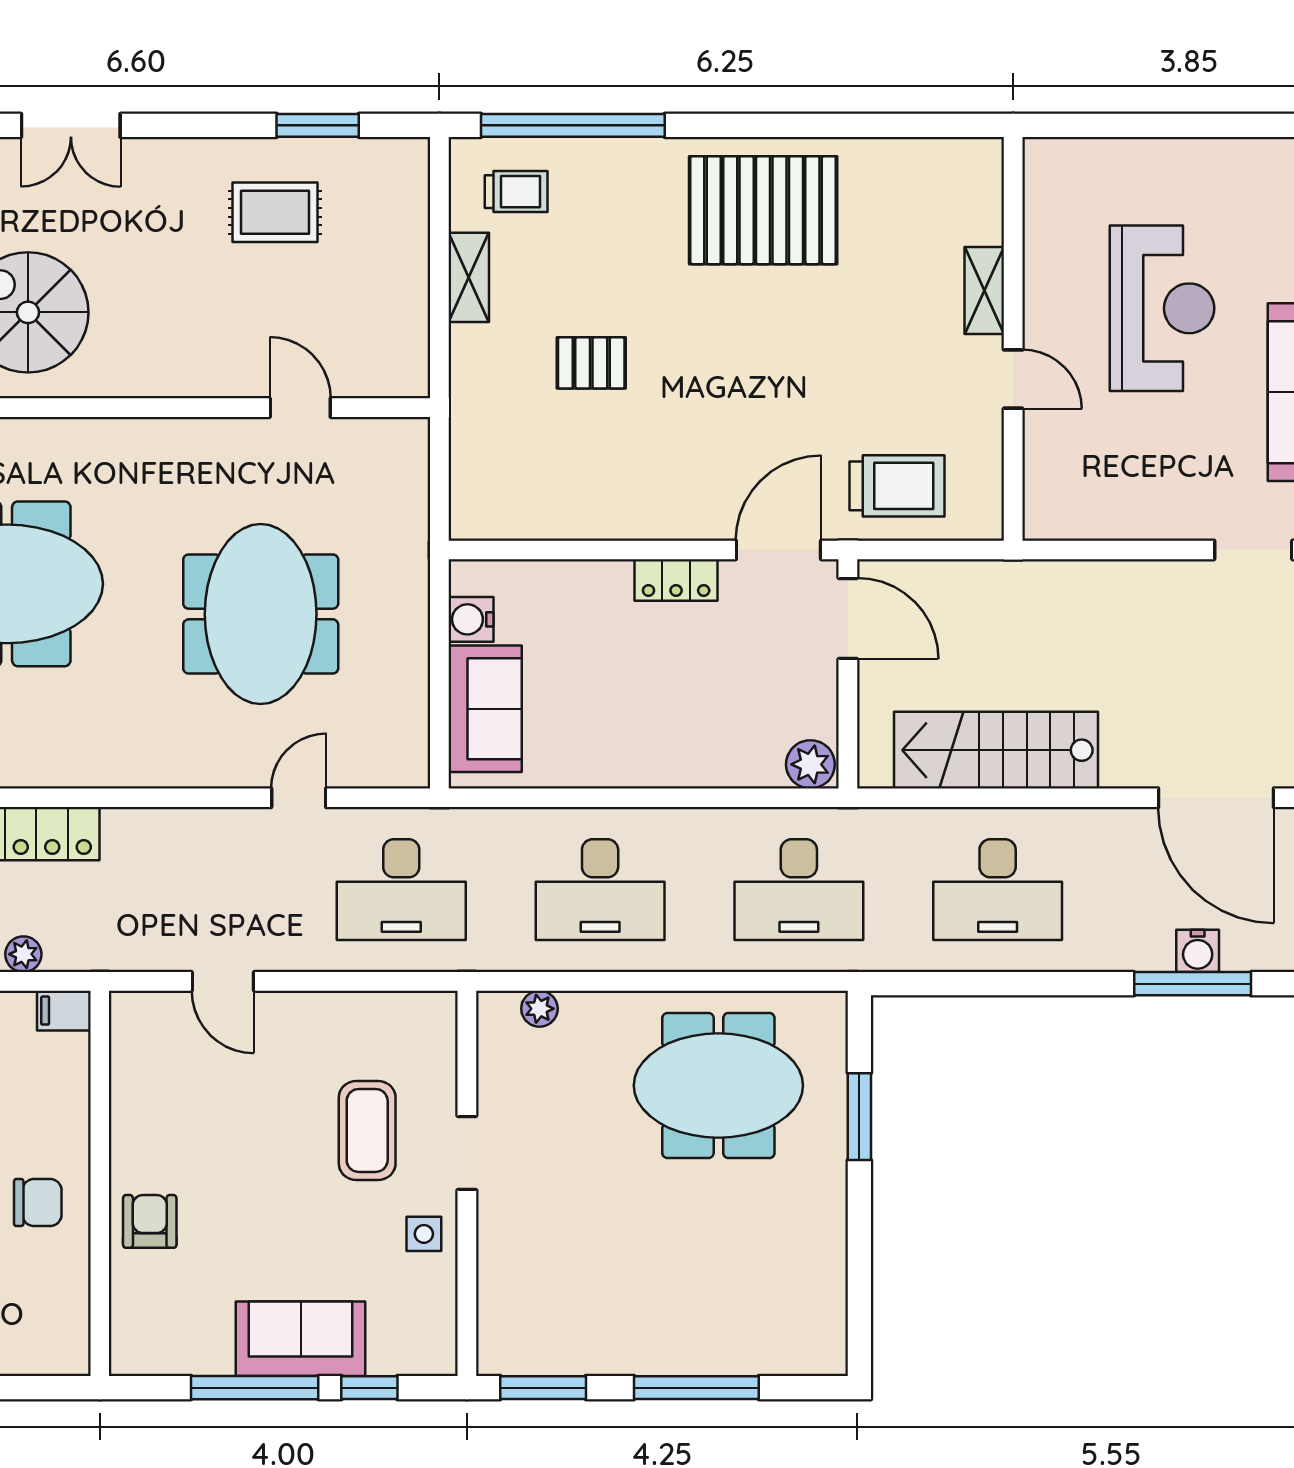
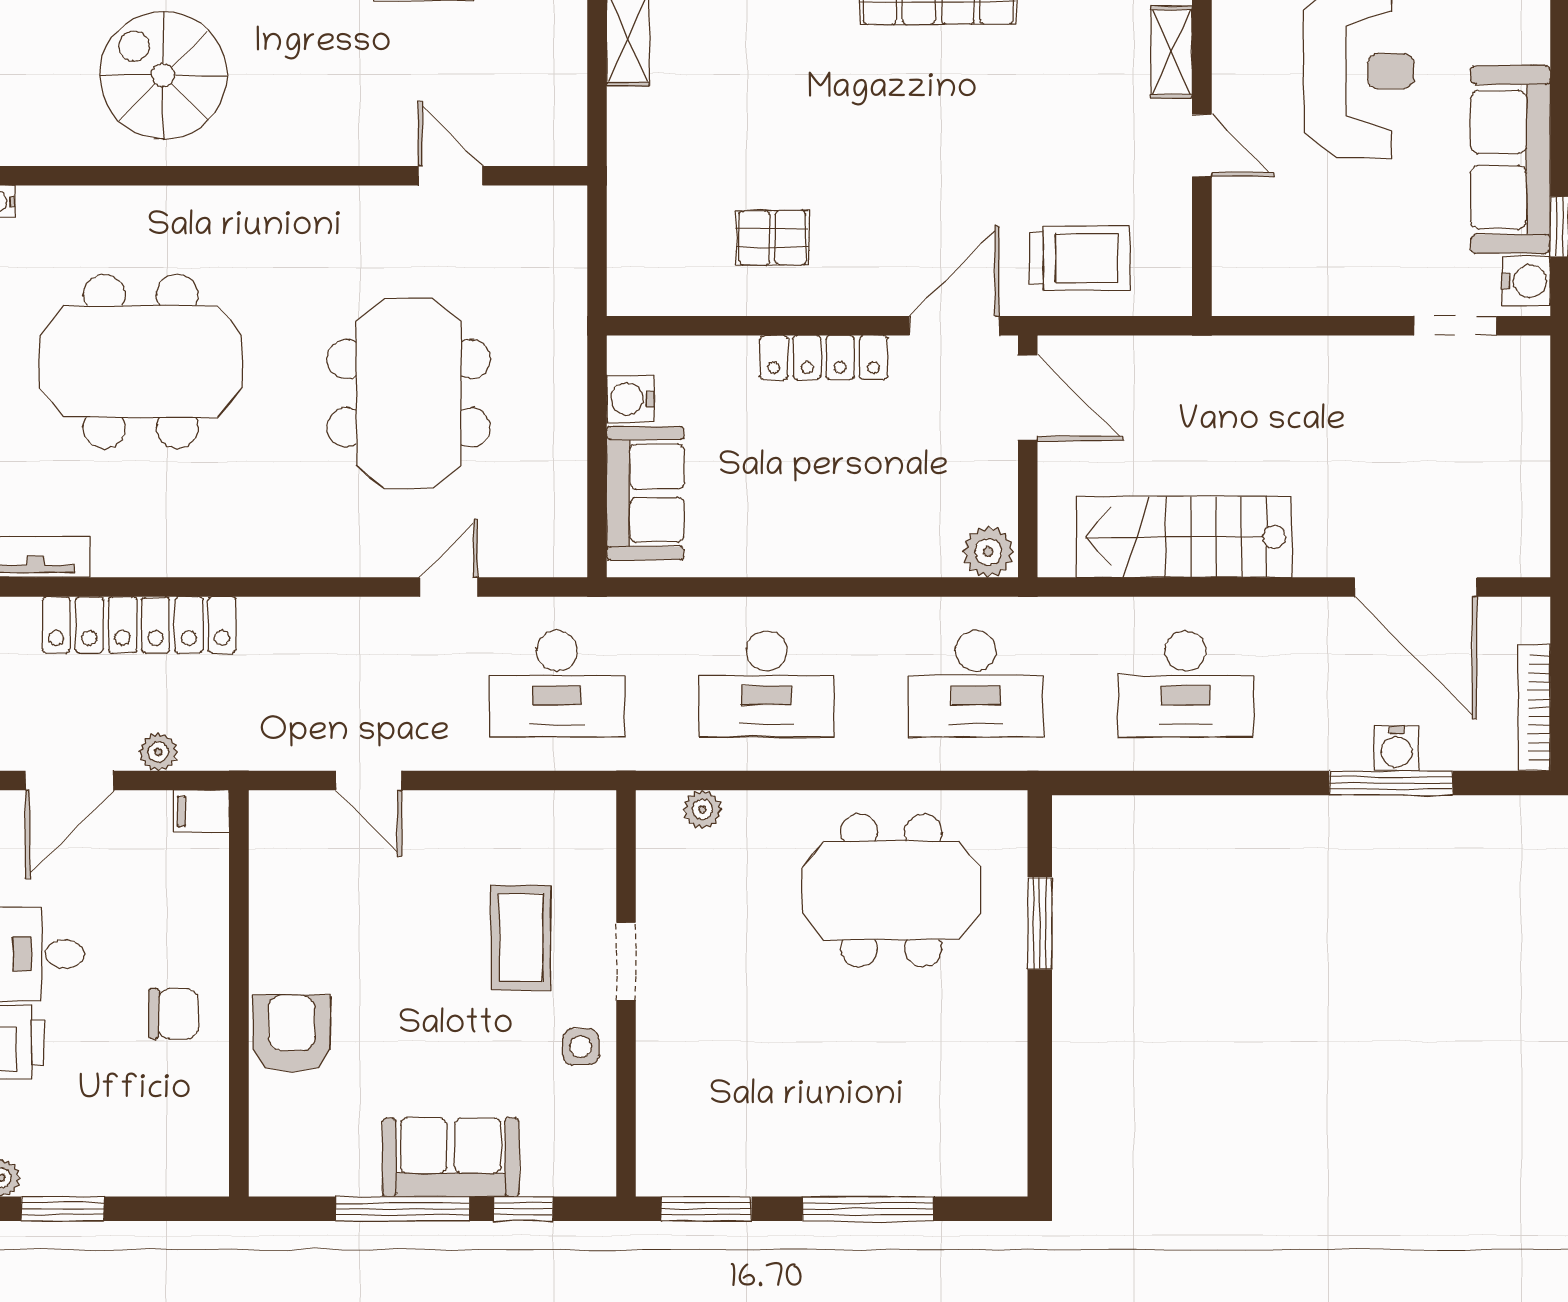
pallet: (591, 363) -> (772, 238), moved
locker: (676, 580) -> (824, 357), width x1.53
armchair: (150, 1221) -> (292, 1034), width x1.38, depth x1.38

